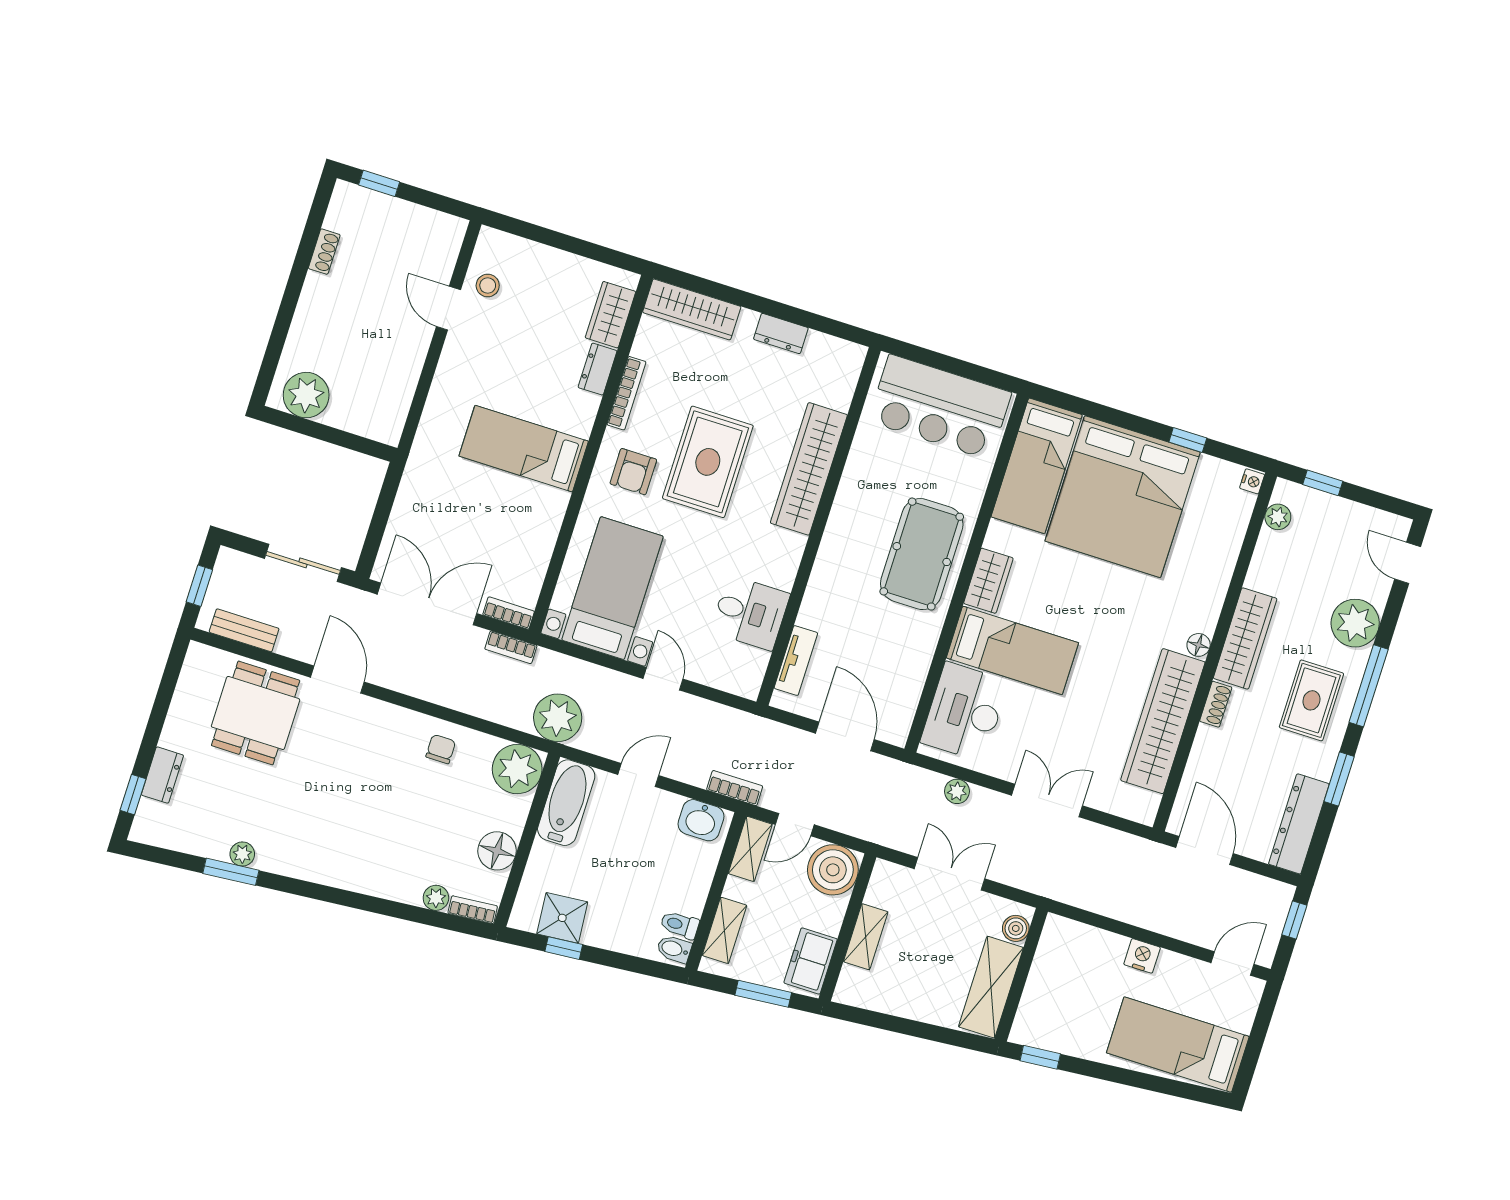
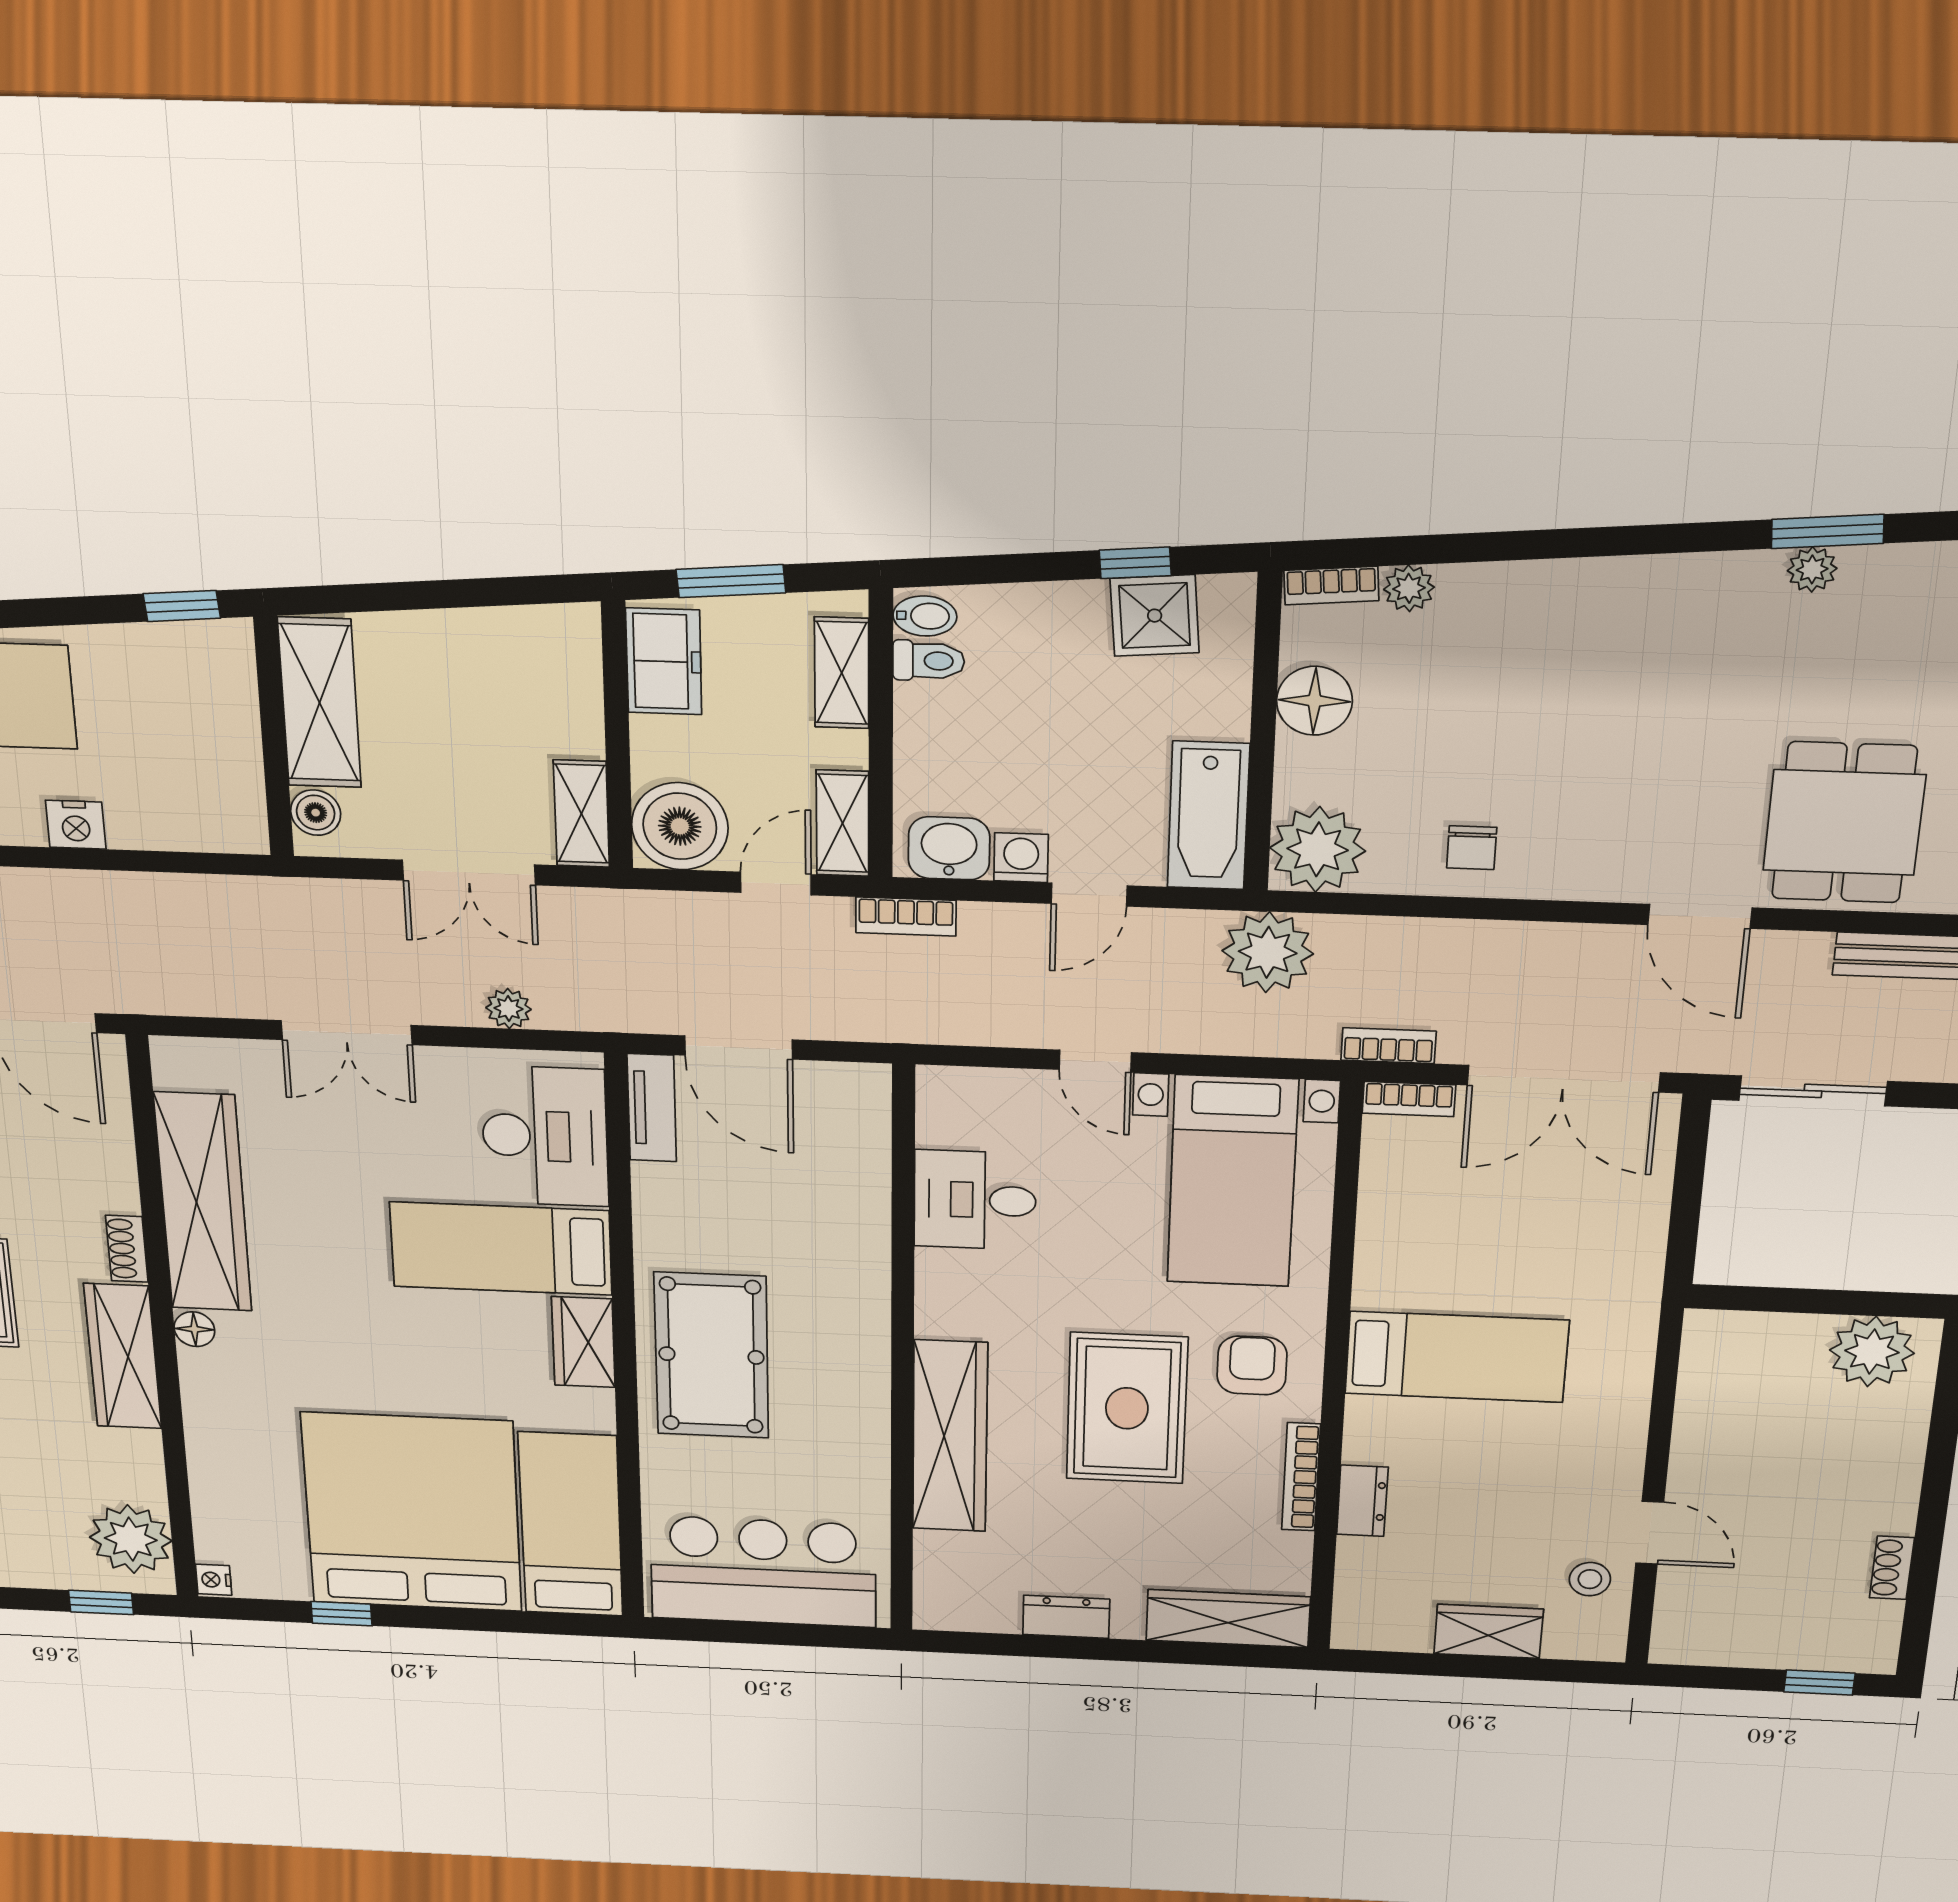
wardrobe: (611, 315) -> (1489, 1631), moved, turned -90
plant: (1278, 517) -> (131, 1539), width x1.87, depth x1.87
tv unit: (796, 661) -> (652, 1108), moved, turned 180
washing machine: (666, 805) -> (1021, 858), added
shelving: (866, 937) -> (581, 814), moved

